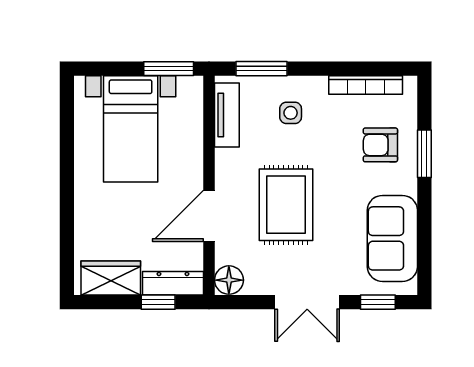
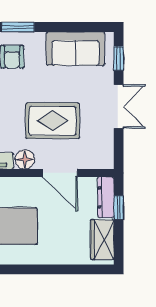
floor lamp: (229, 280) -> (25, 159), moved

